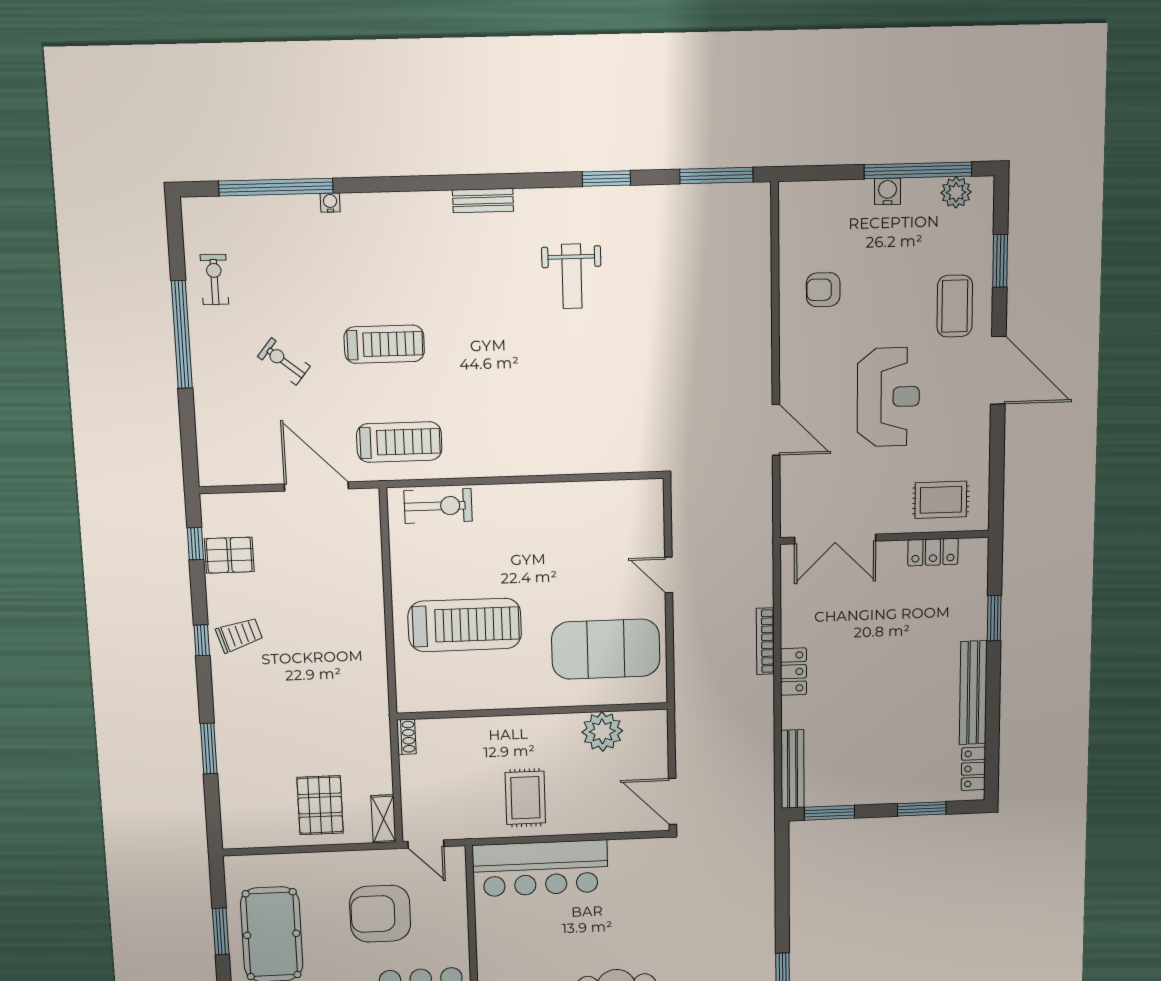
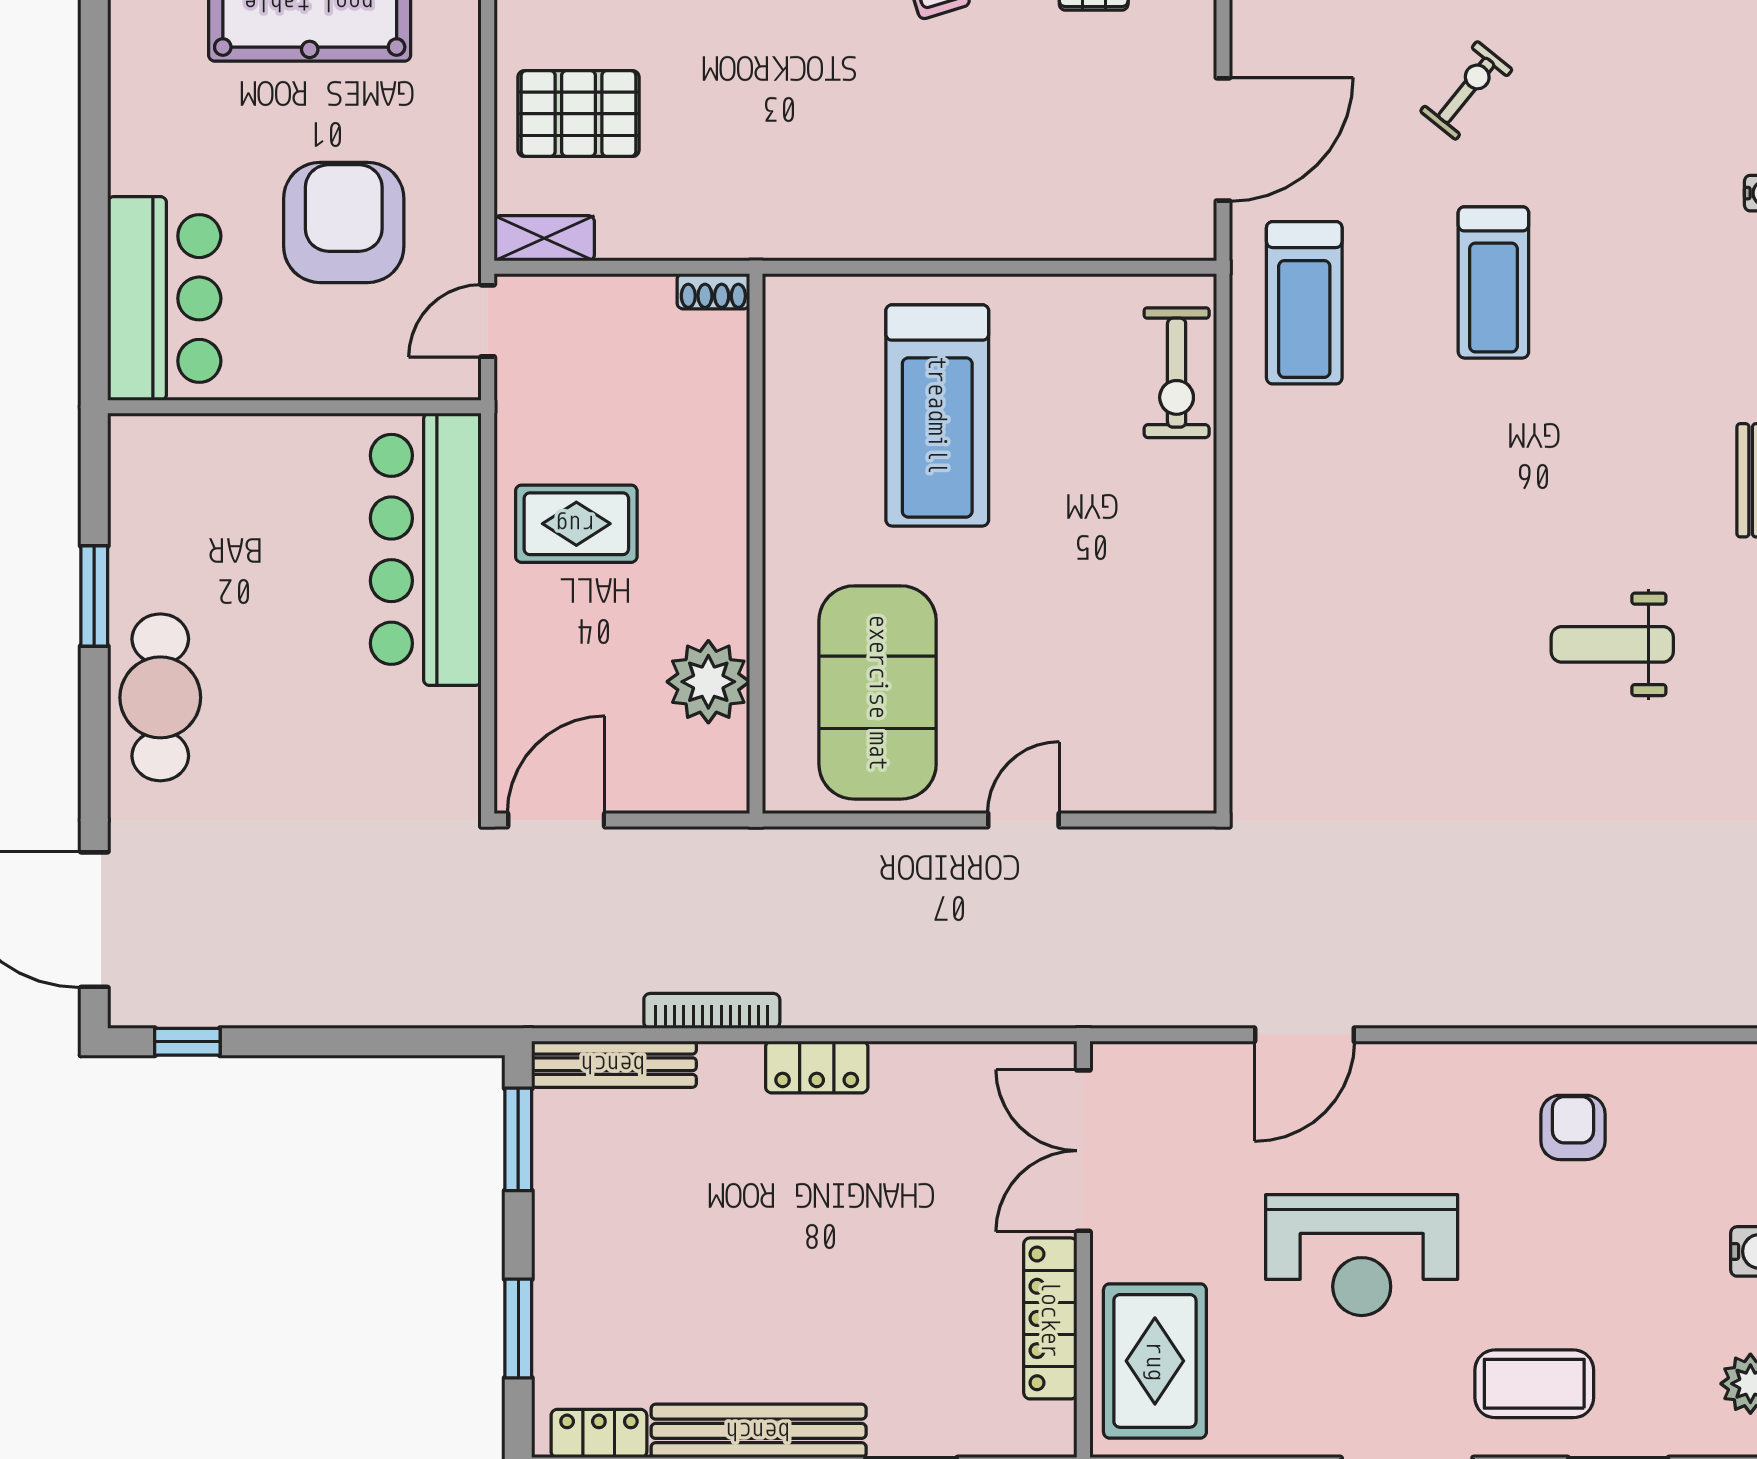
rug: (941, 500) -> (1155, 1361), width x1.36, depth x1.43
locker: (933, 552) -> (1050, 1318), width x1.53
bookcase: (765, 641) -> (712, 1011), moved

